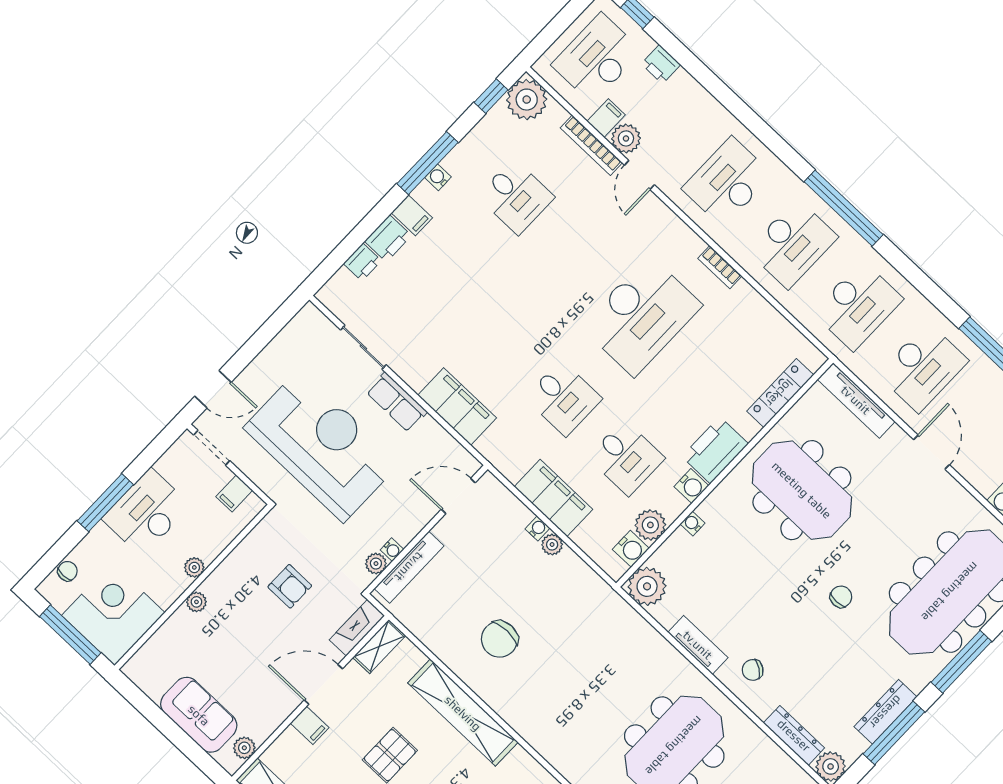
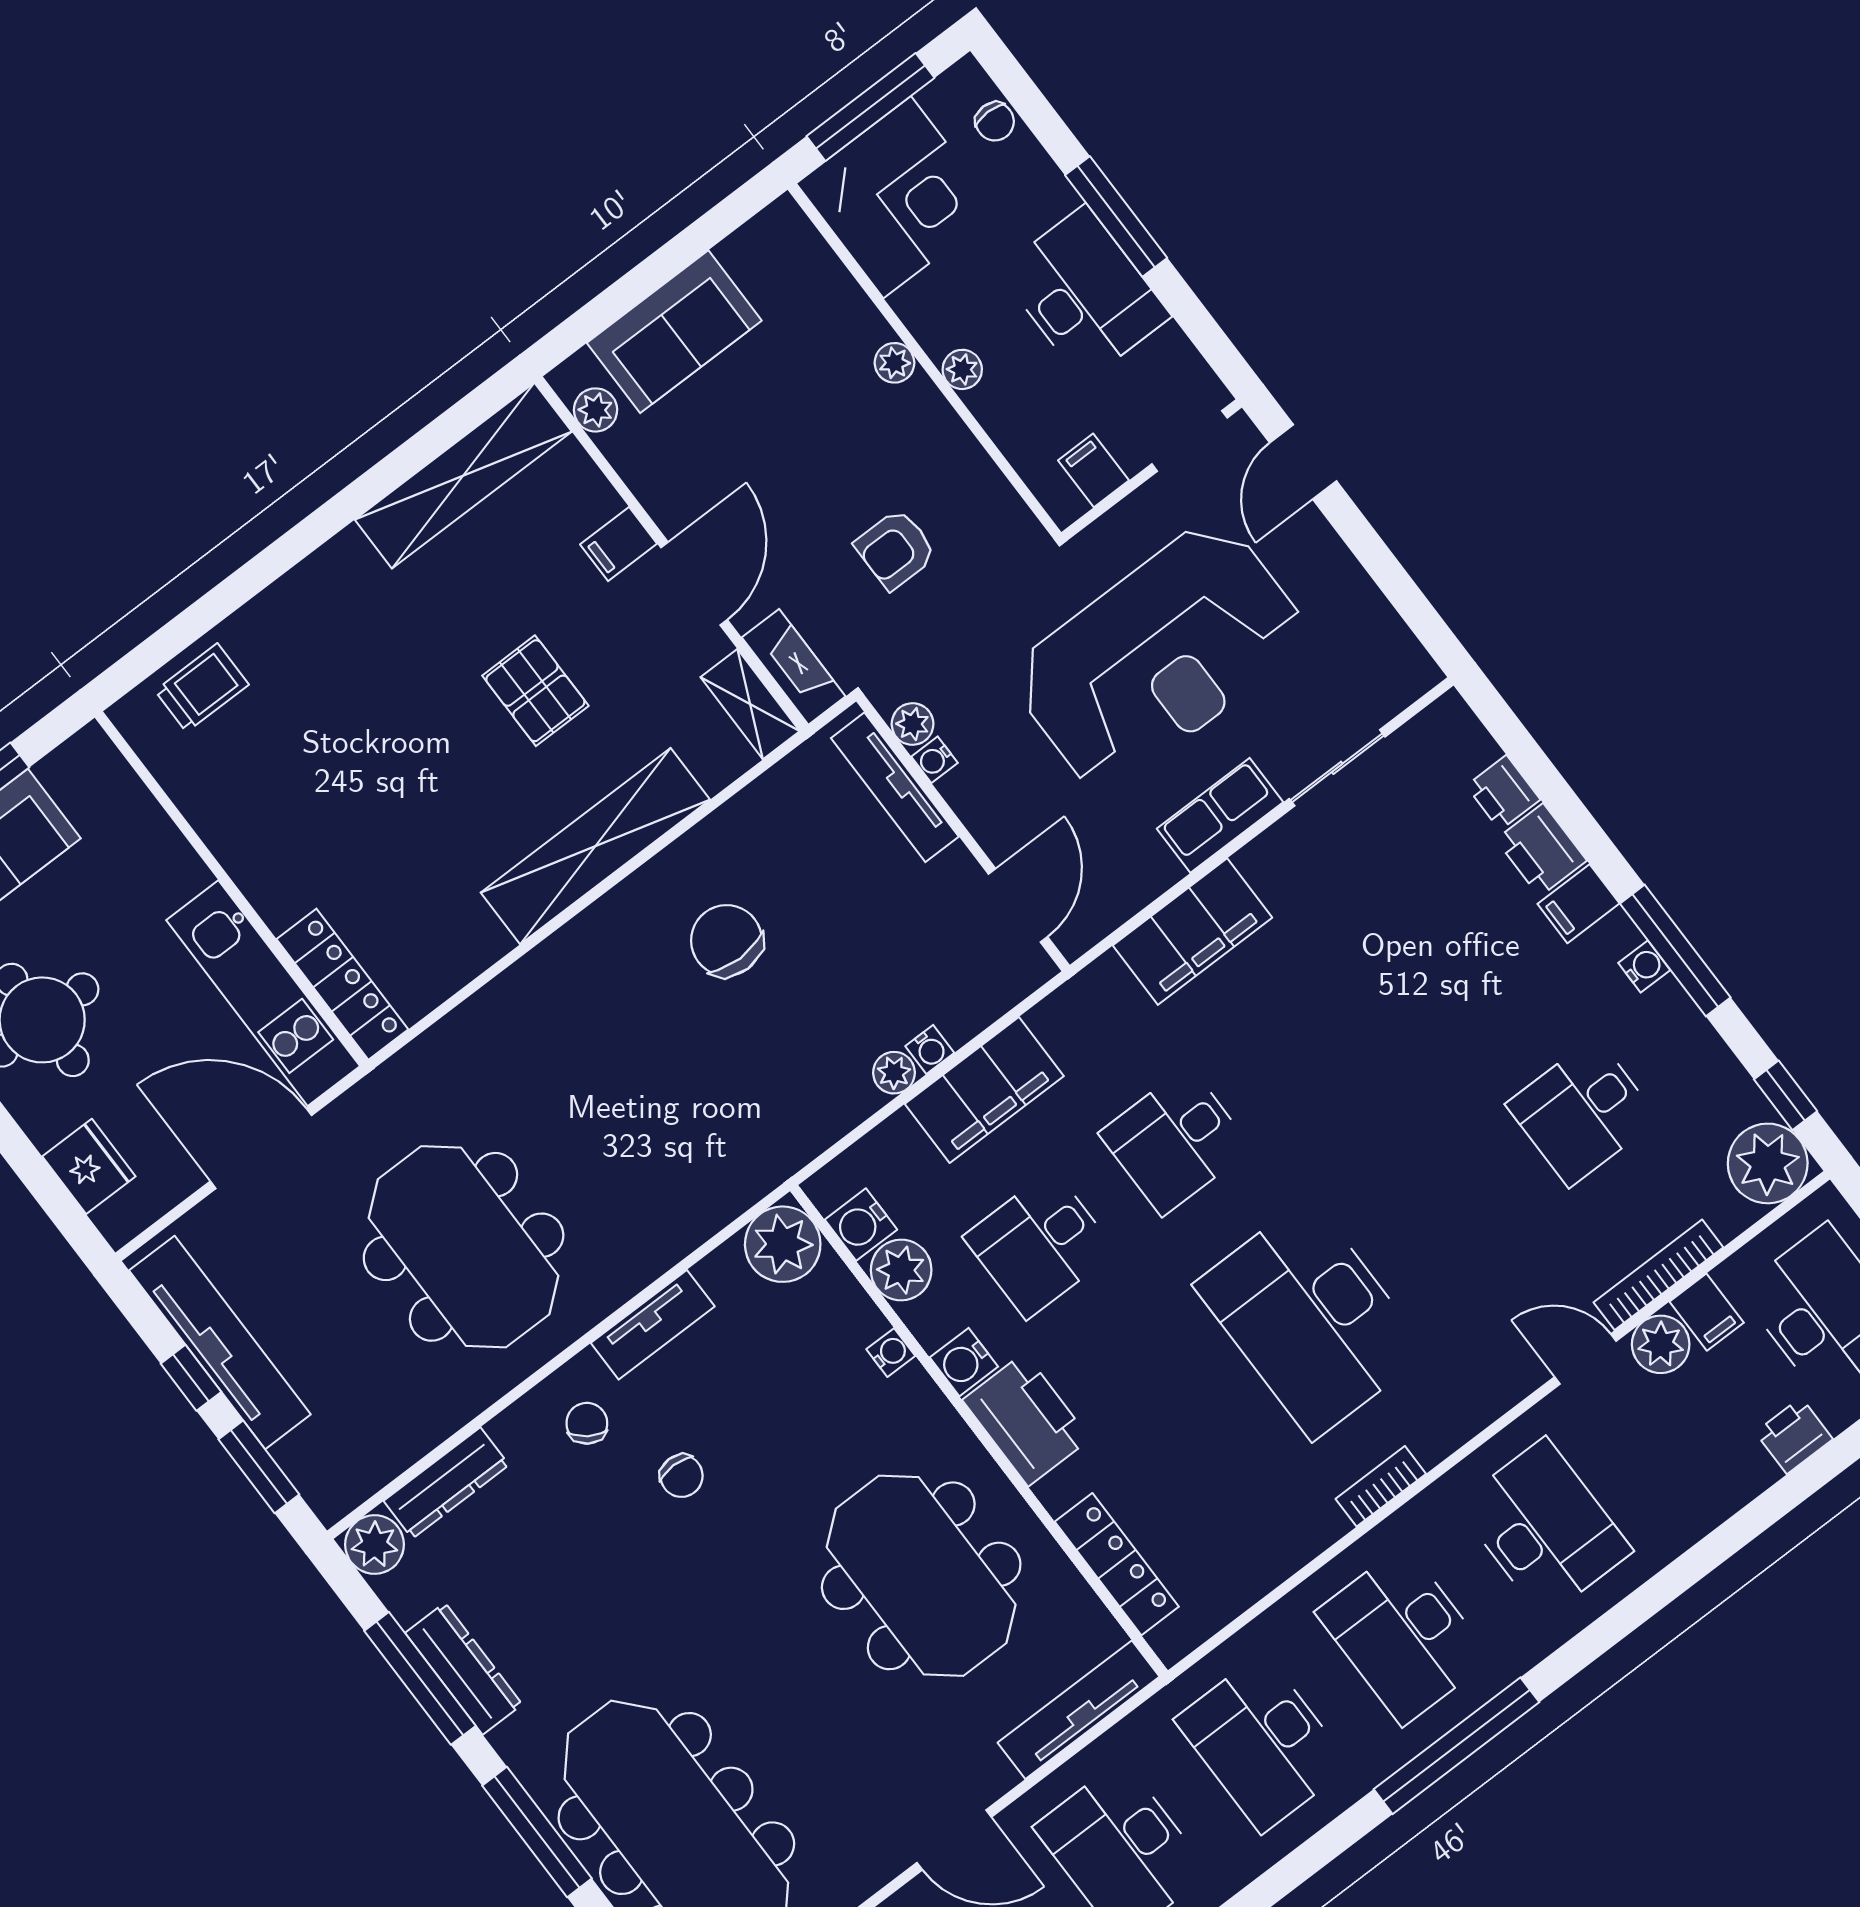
meeting table: (802, 490) -> (921, 1576), turned 90
chair: (841, 597) -> (682, 1476), moved

